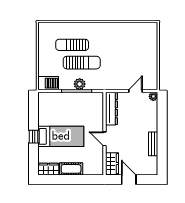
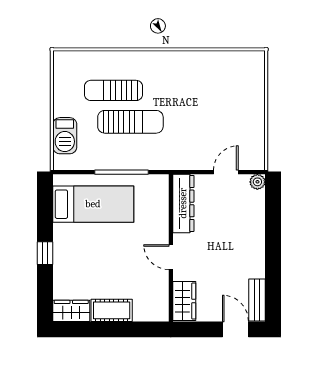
barbecue: (48, 83) -> (65, 136), moved, turned 90
plant: (80, 84) -> (127, 160), removed
bed: (61, 136) -> (93, 204), moved
bench: (153, 144) -> (257, 300), moved
door: (129, 180) -> (235, 329), moved

